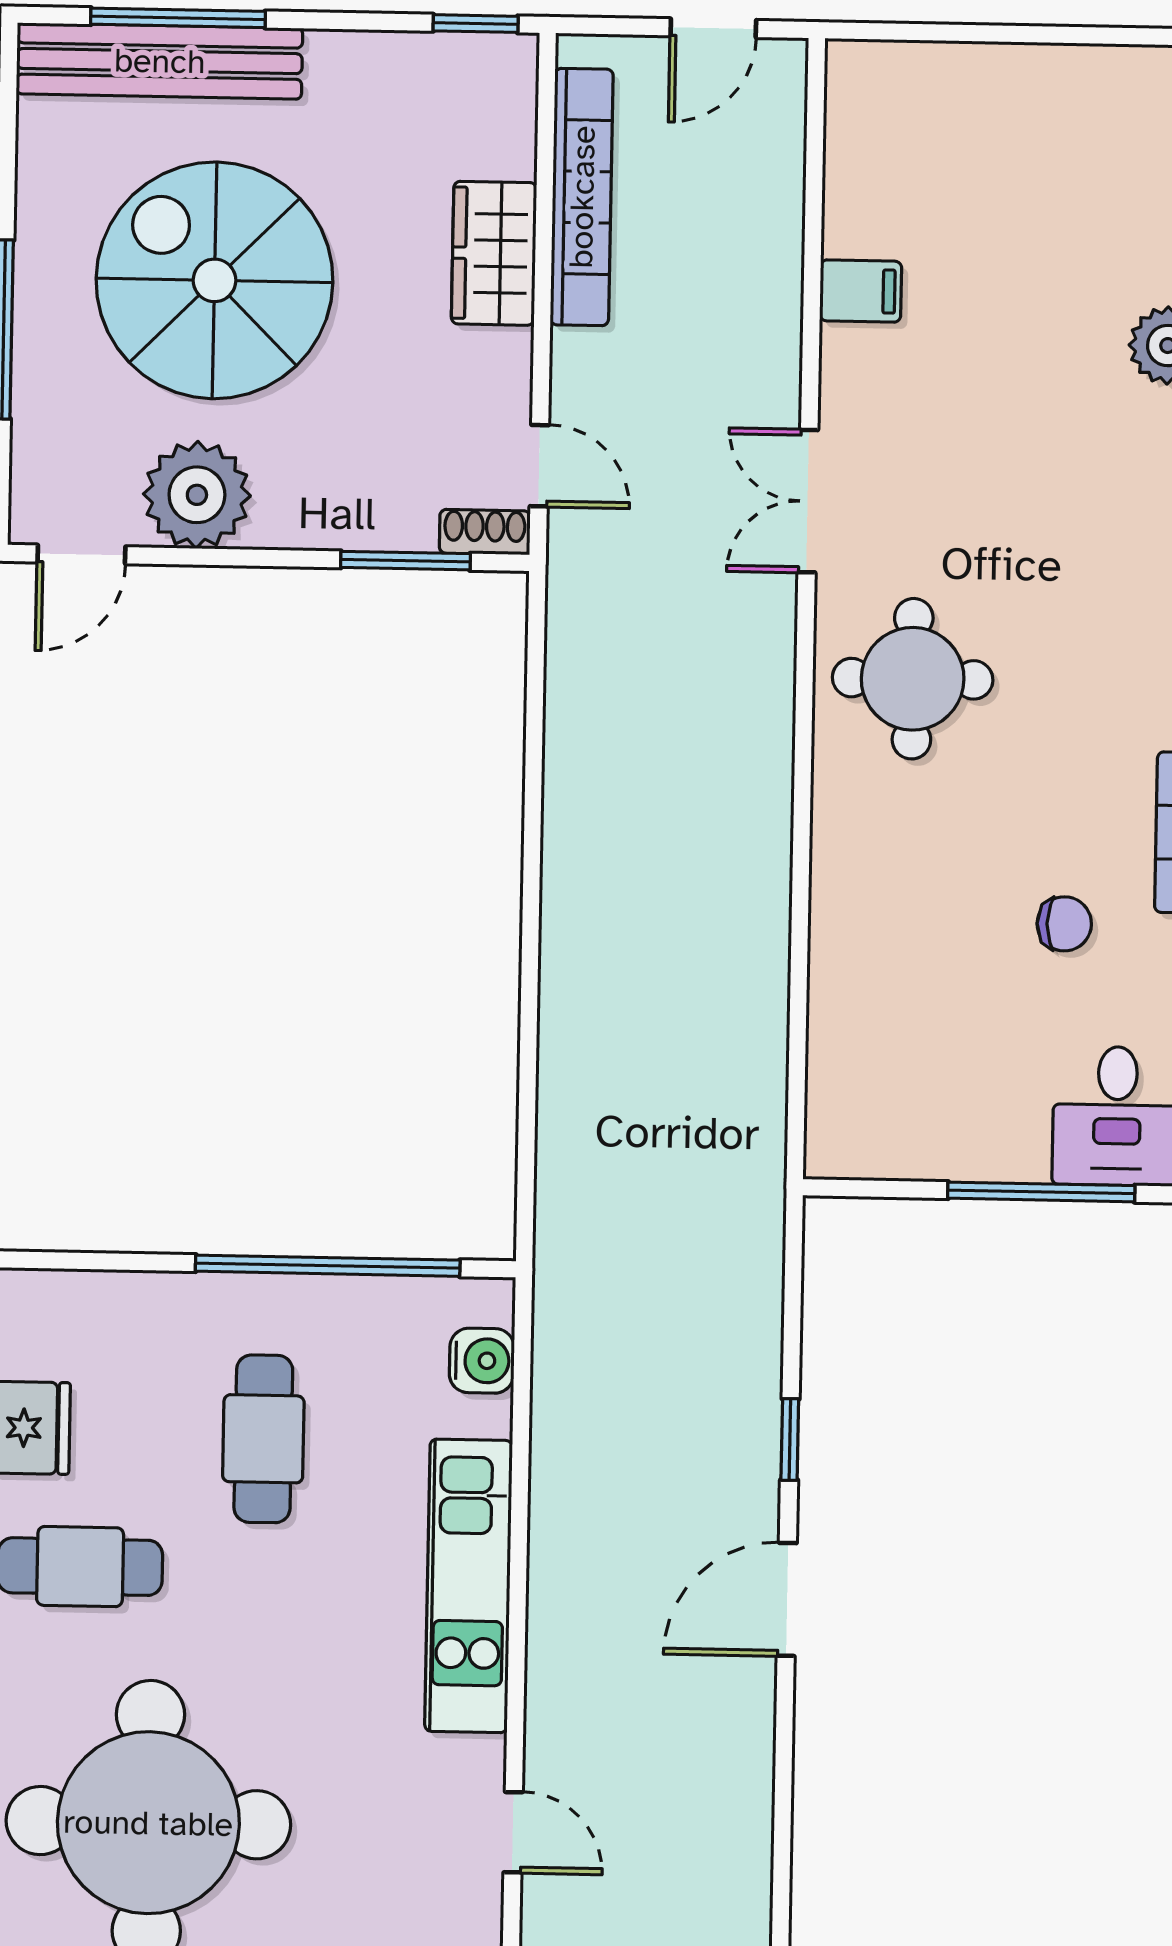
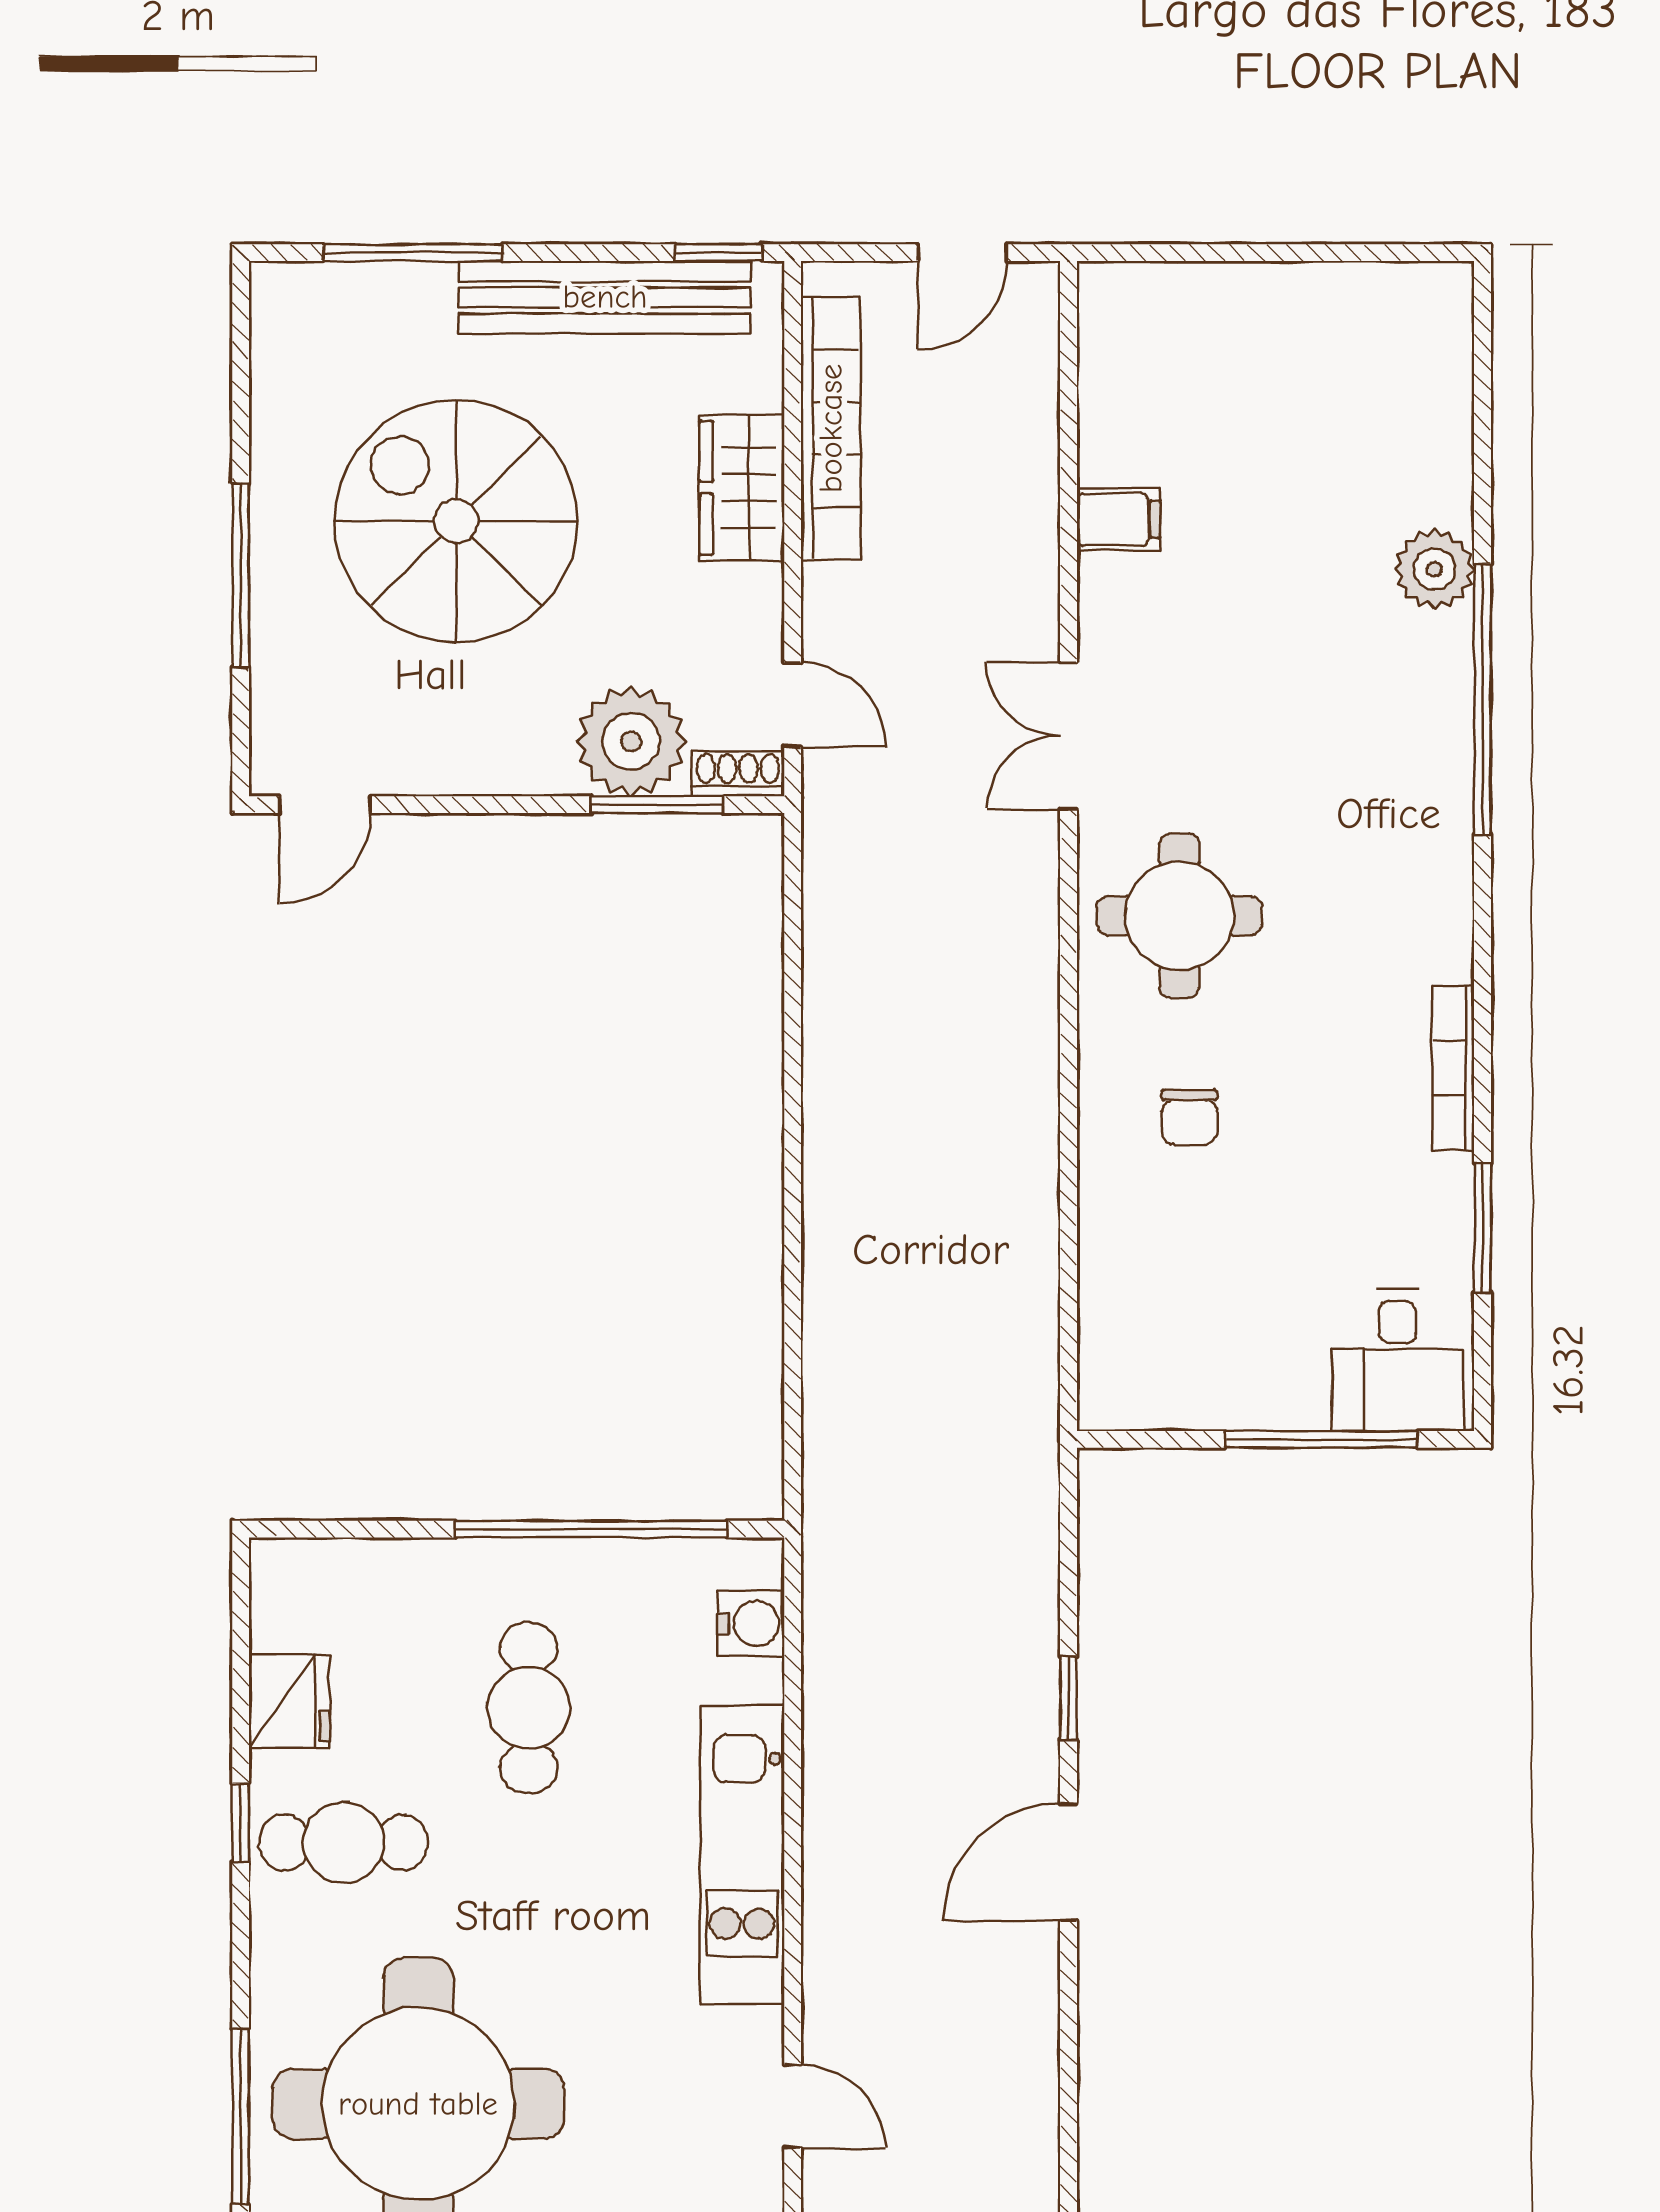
bench: (160, 61) -> (605, 297), moved
plant: (197, 495) -> (631, 741), moved
chair: (1064, 924) -> (1189, 1117), moved, turned 90

